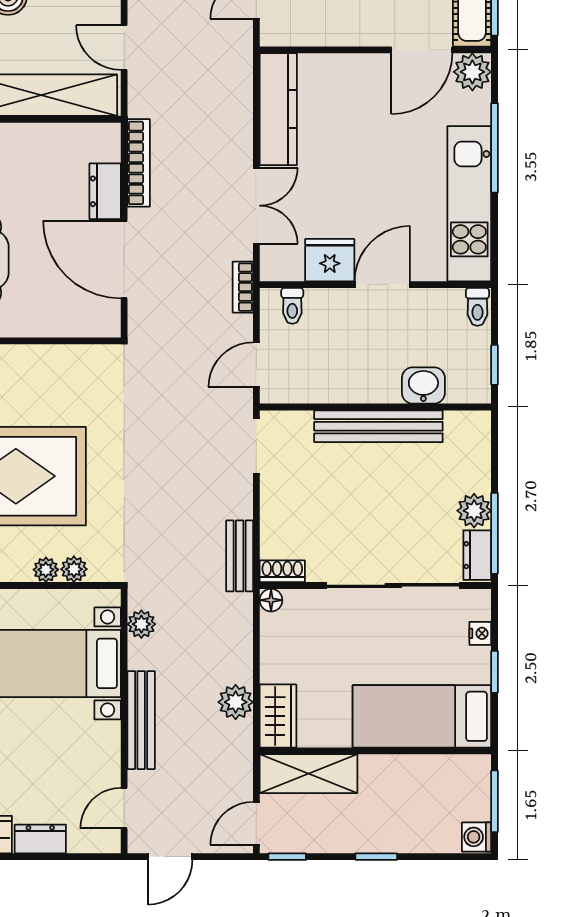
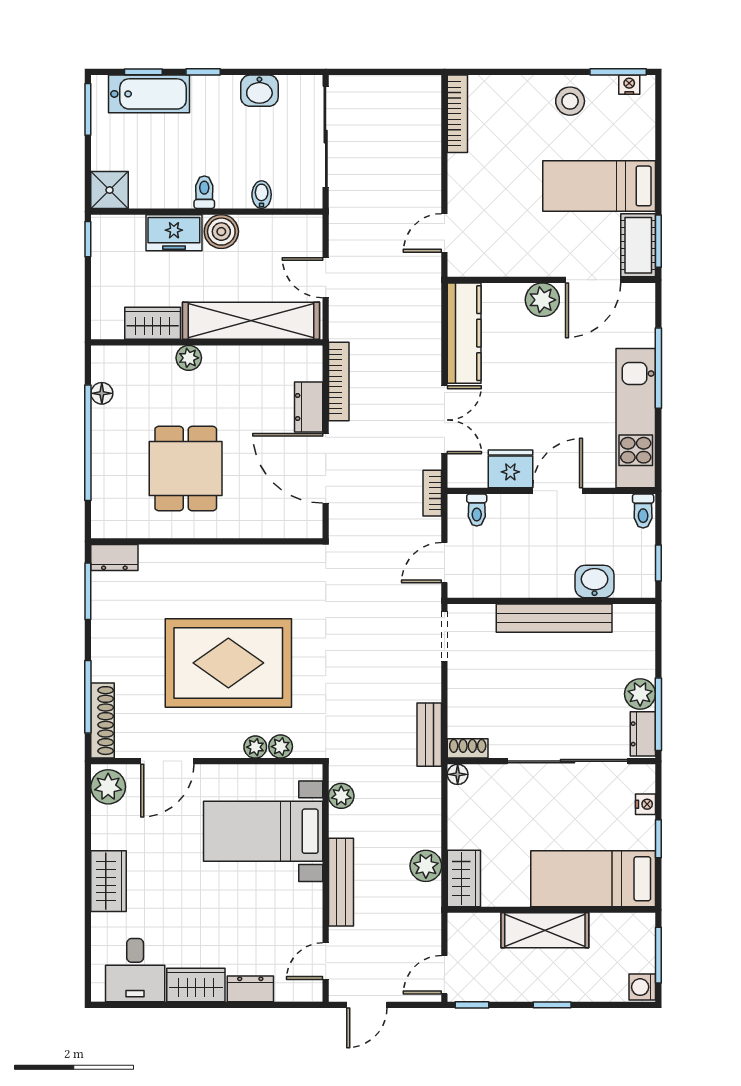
plant: (472, 72) -> (542, 300), moved
shelving: (308, 774) -> (545, 930), moved

